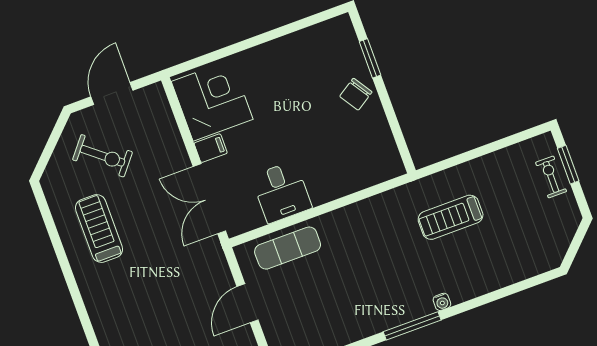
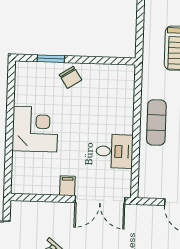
corner desk: (212, 100) -> (35, 129), moved, turned 90
exercise mat: (288, 248) -> (156, 122), moved

